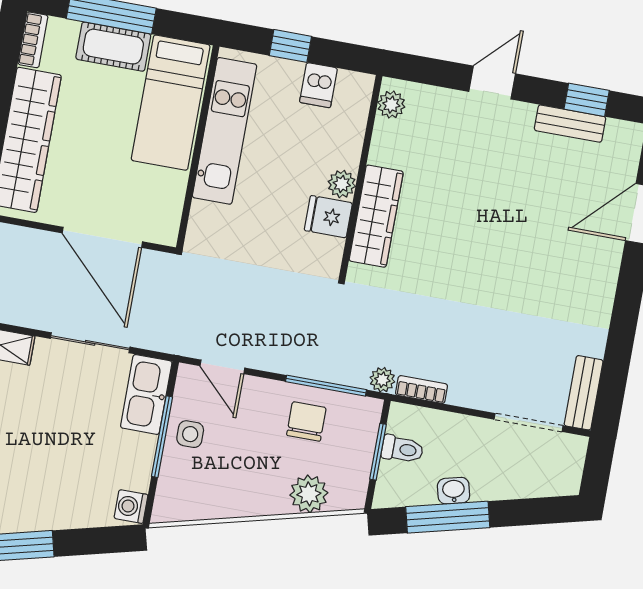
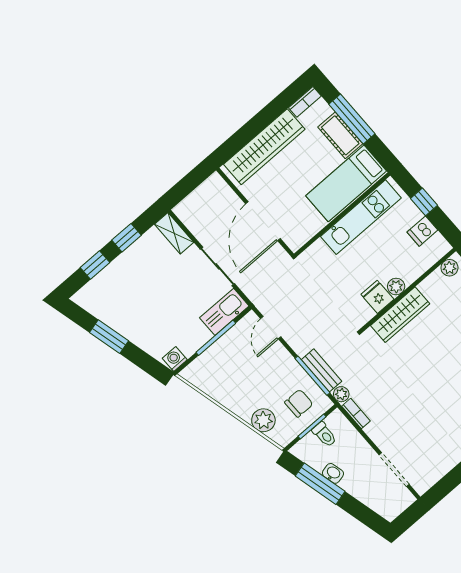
bench: (584, 393) -> (321, 370), moved, turned 90
chair: (306, 421) -> (299, 403), moved
side table: (190, 434) -> (230, 347), removed

